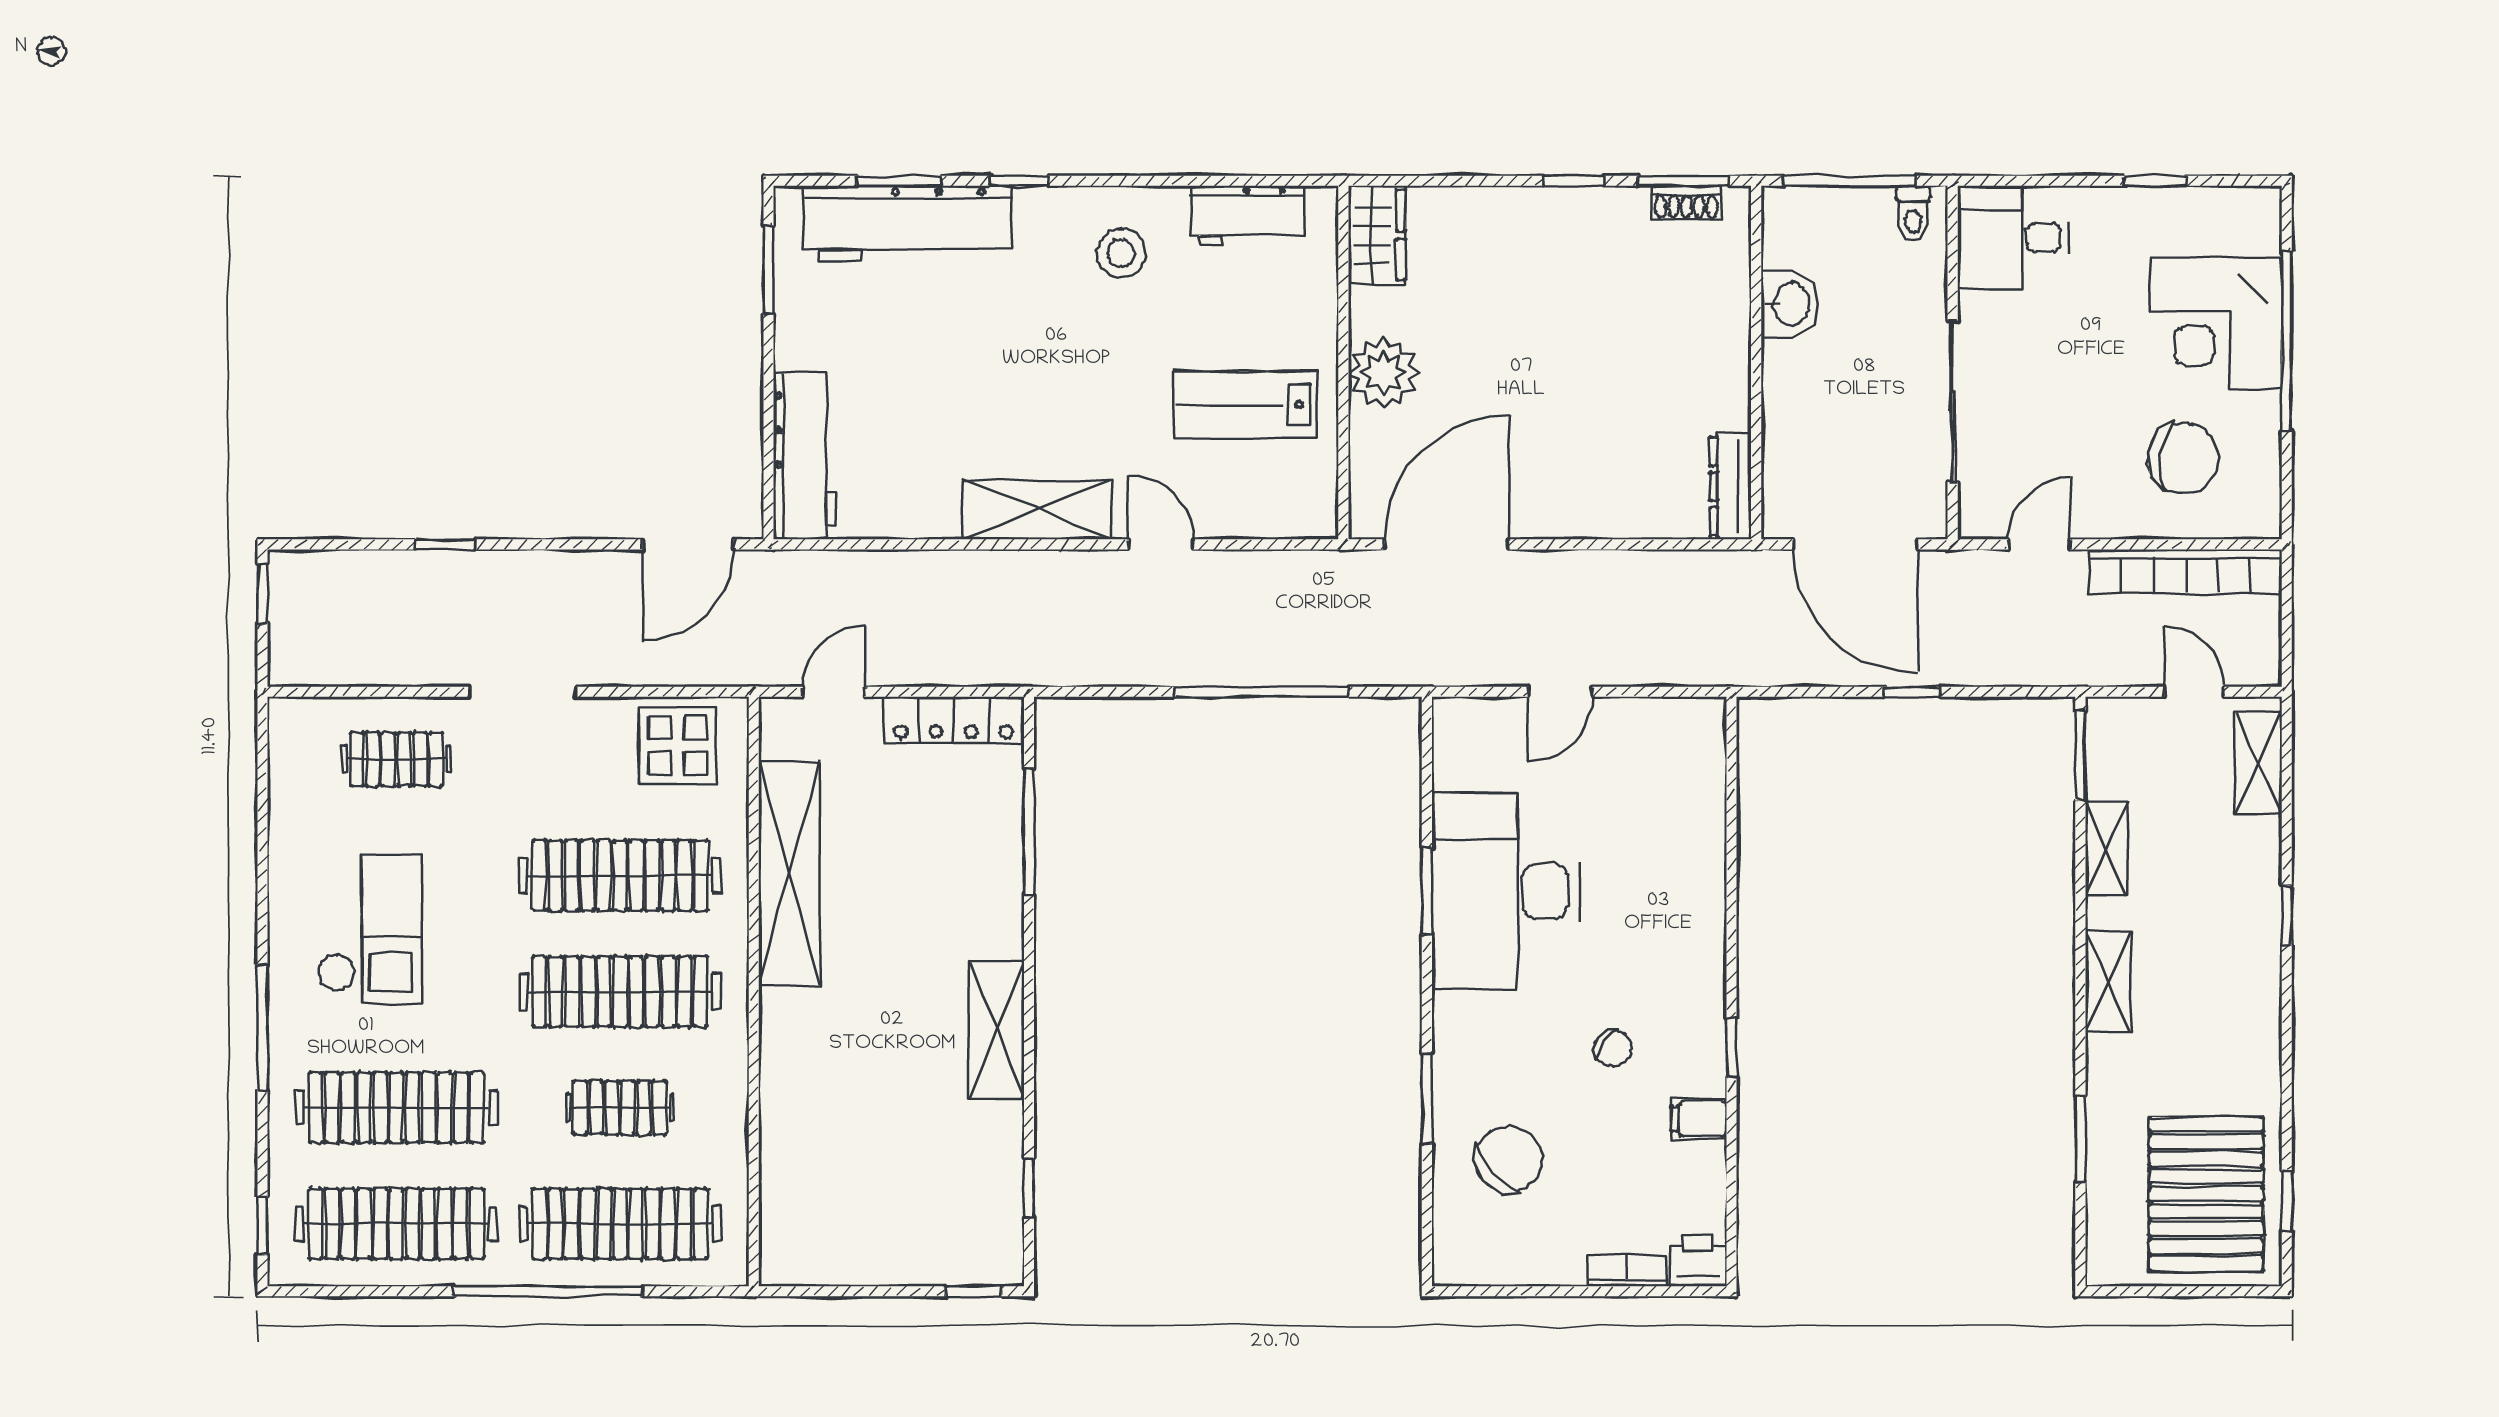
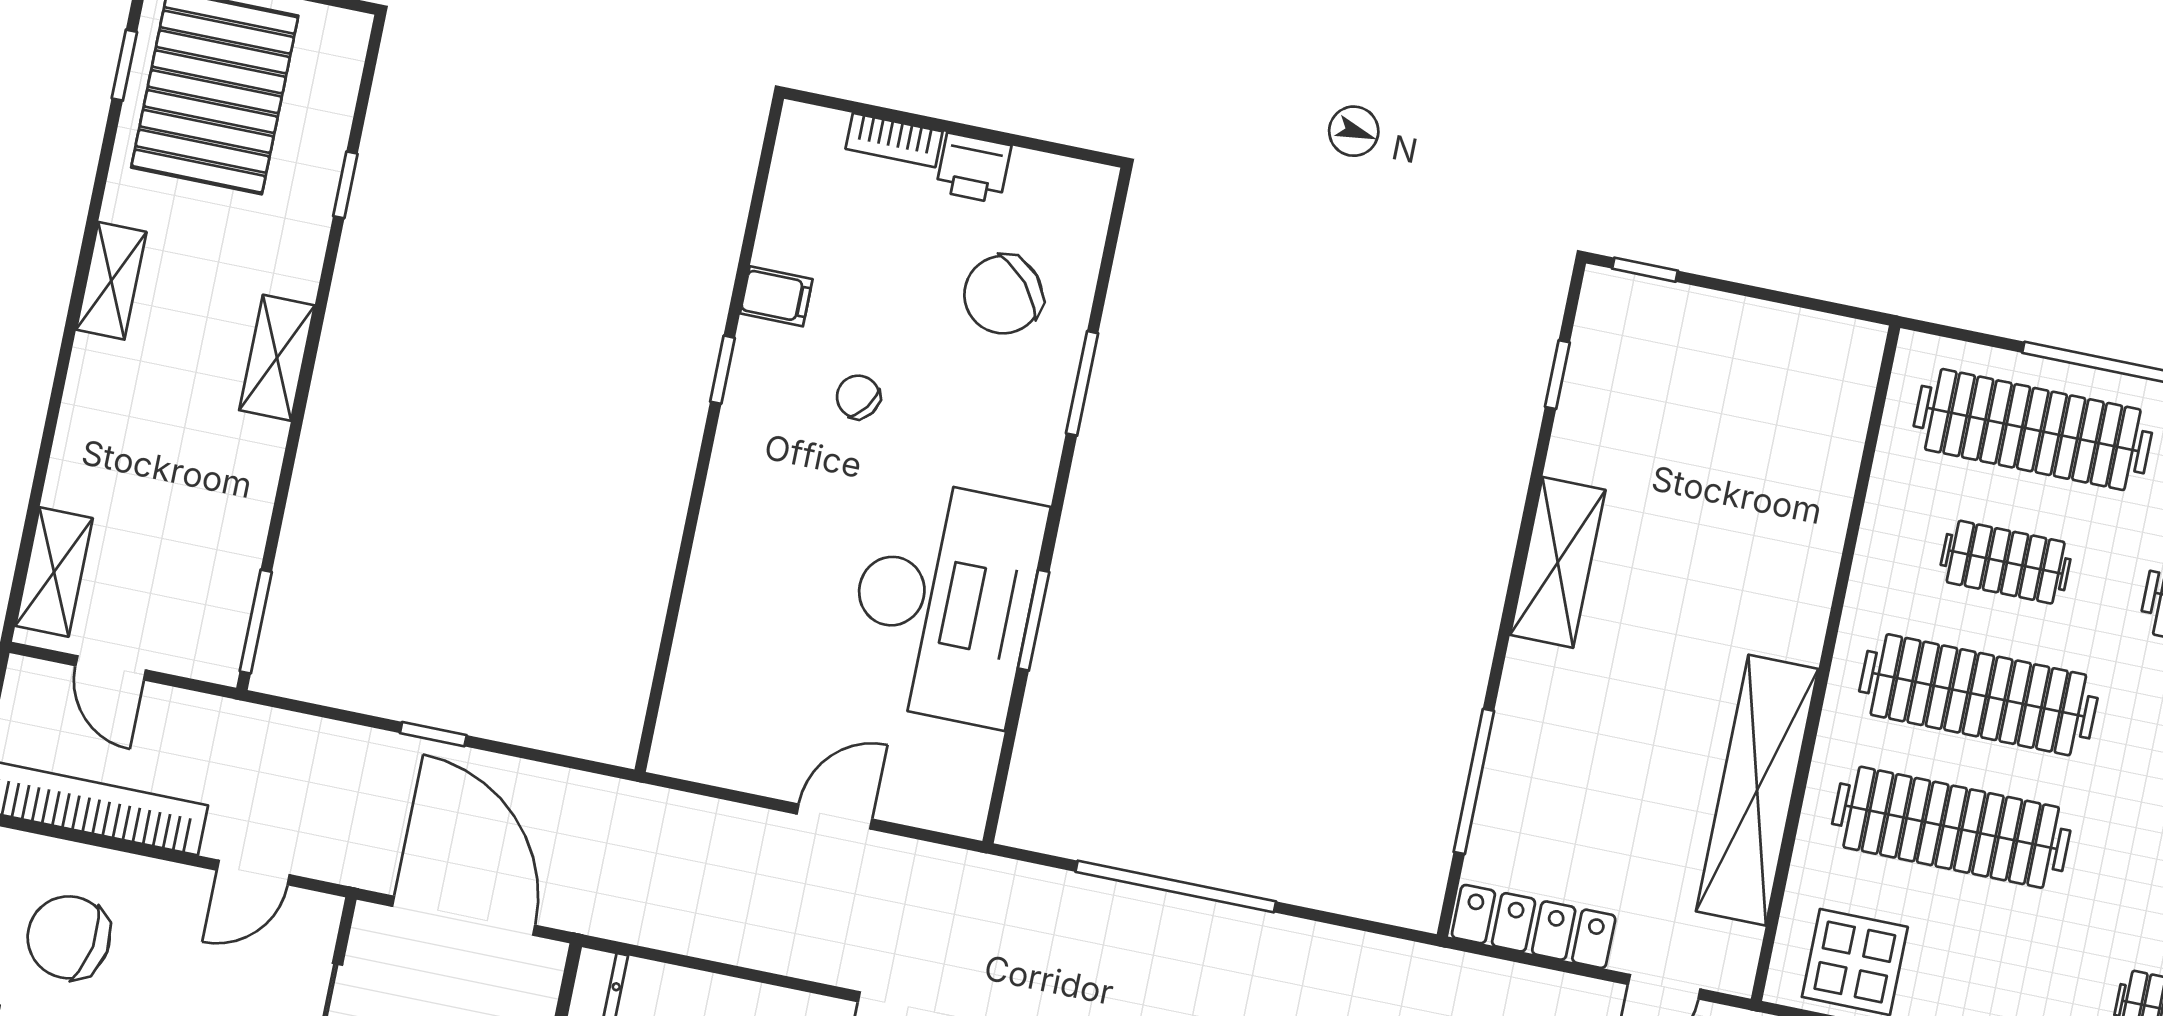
shelving: (2107, 849) -> (111, 281), moved
window: (2287, 915) -> (57, 391), removed
window: (2080, 1138) -> (345, 185), width x0.67
printer: (1698, 1261) -> (973, 168), moved

